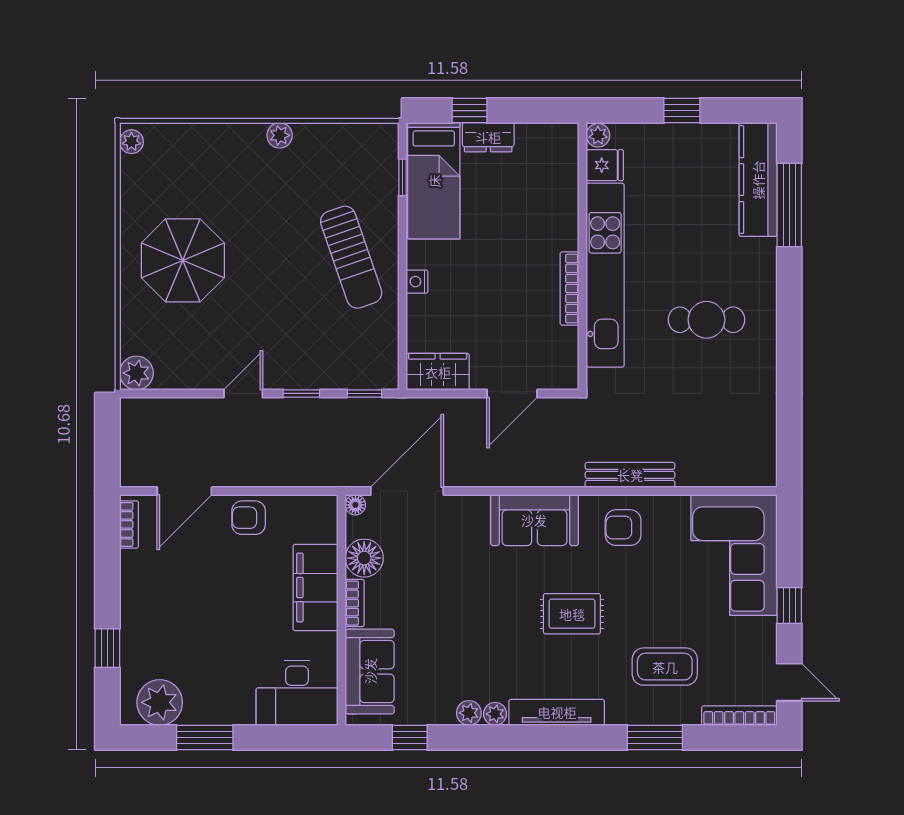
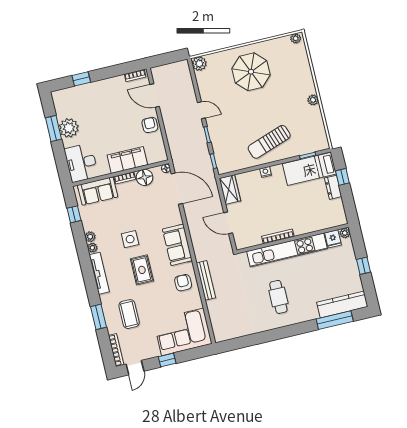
side table: (496, 624) -> (130, 239), added
plant: (160, 702) -> (69, 128), moved

